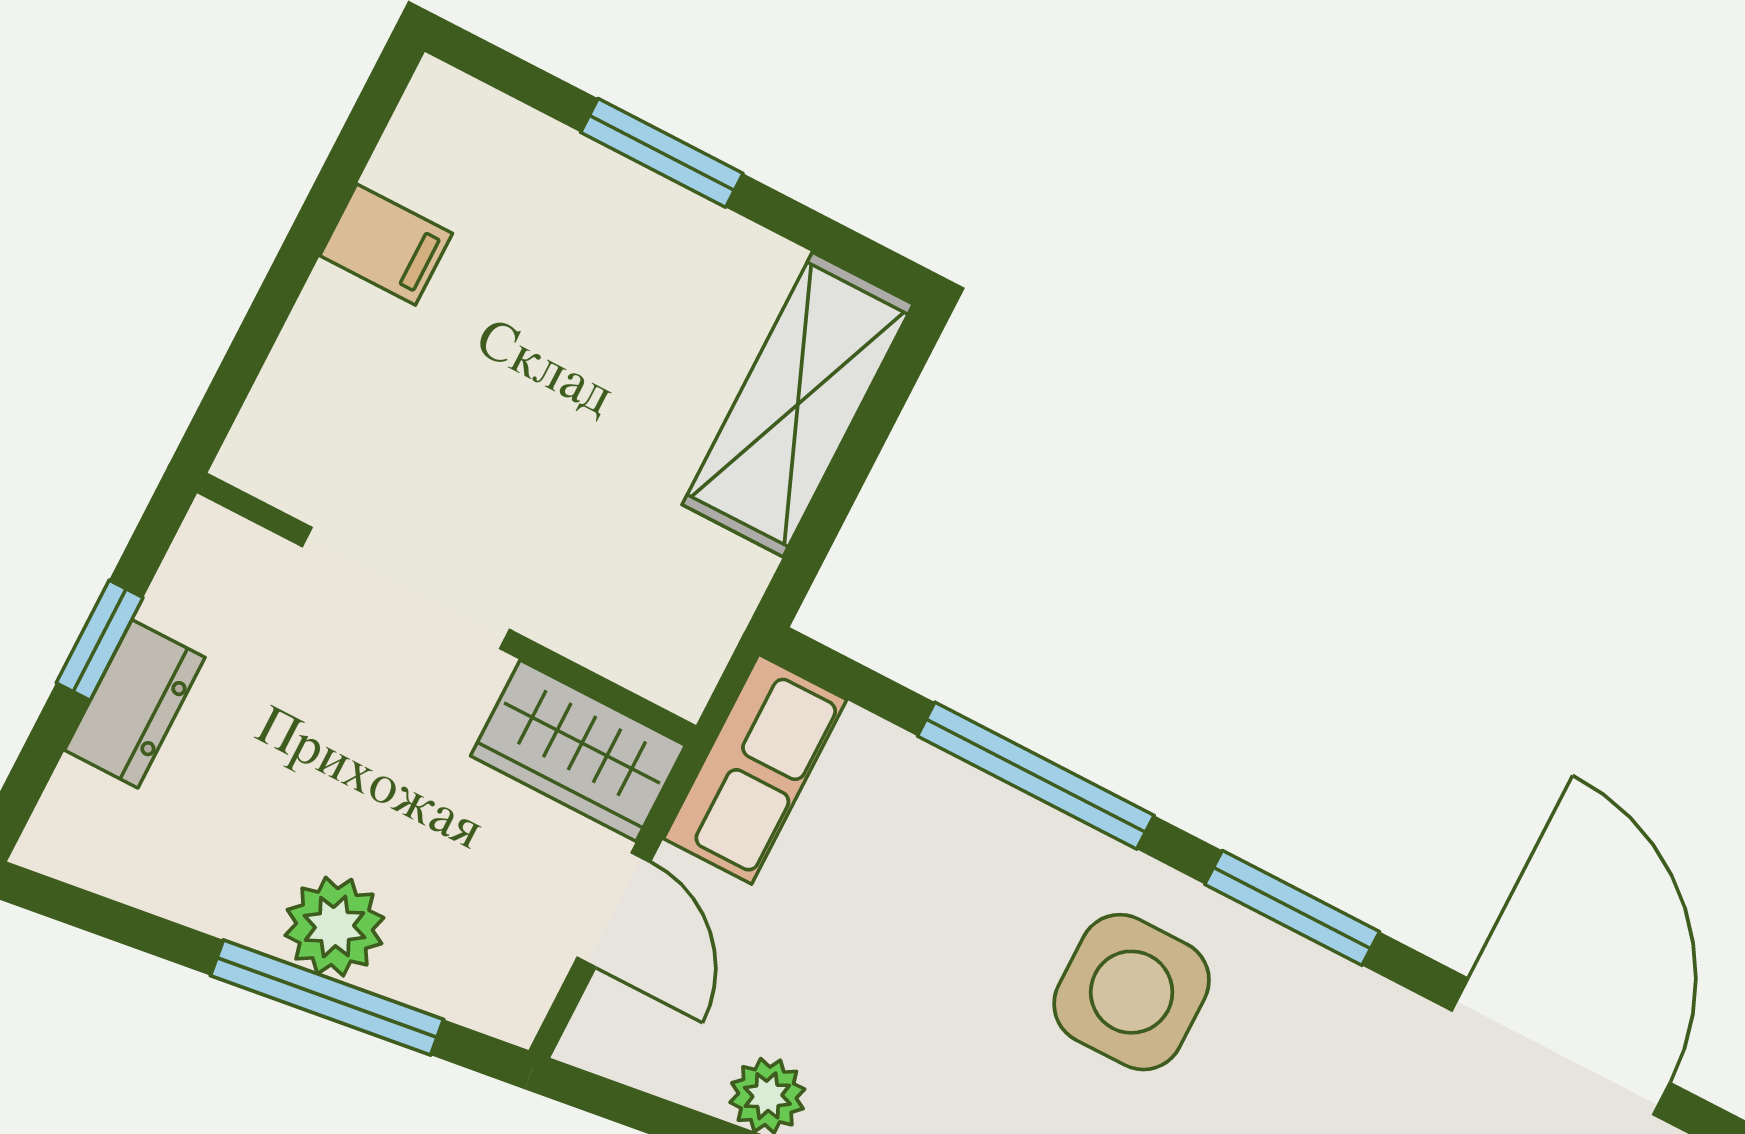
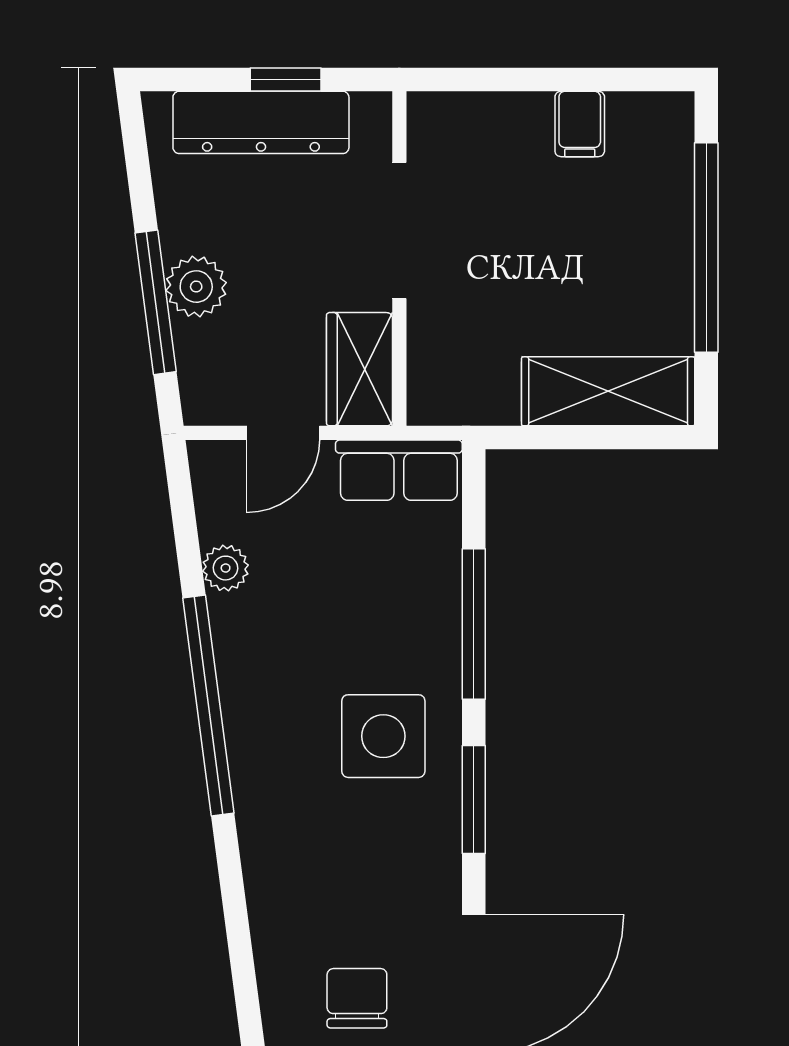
window: (662, 153) -> (706, 248), width x2.11
dresser: (135, 704) -> (261, 122), width x1.96, depth x1.24

